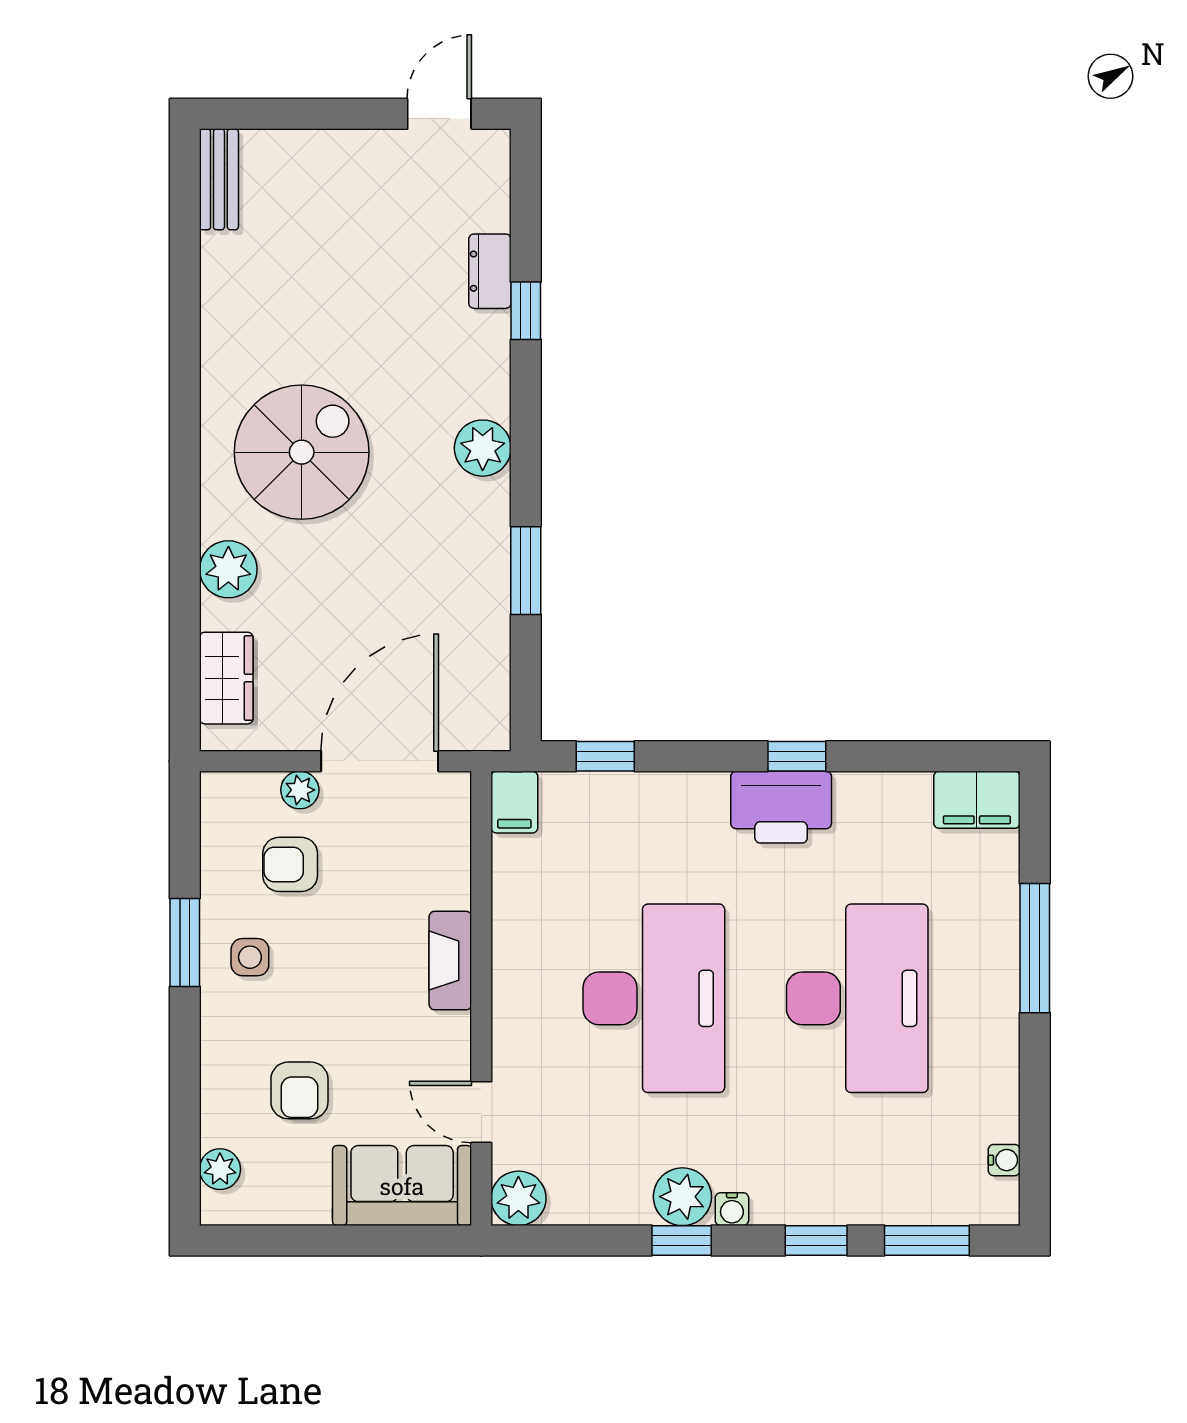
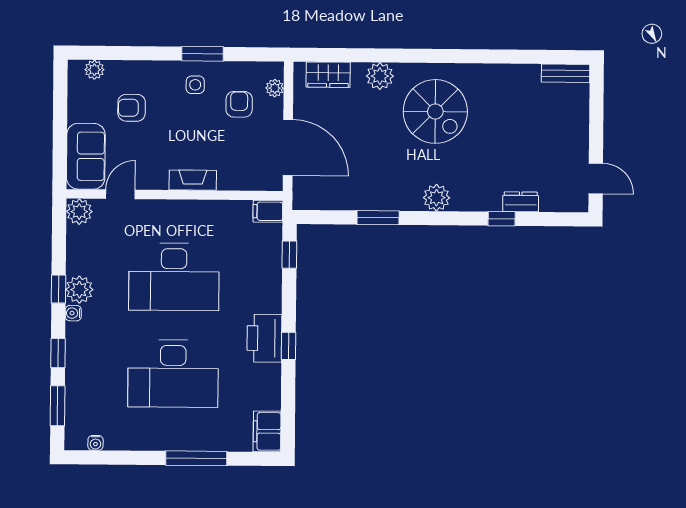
plant: (300, 790) -> (275, 88), moved

